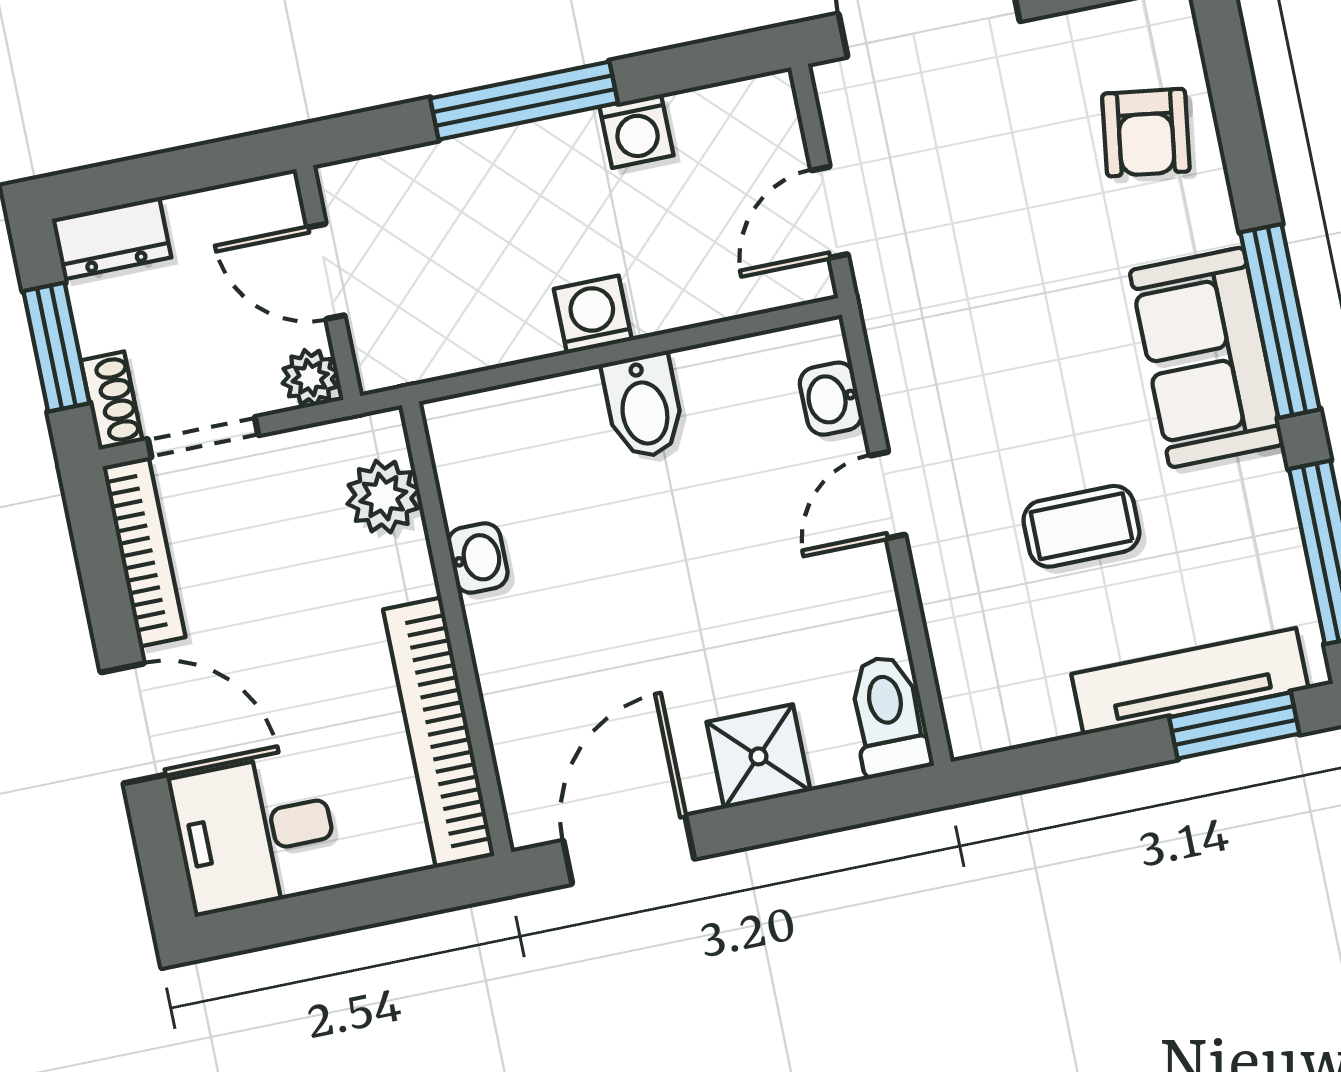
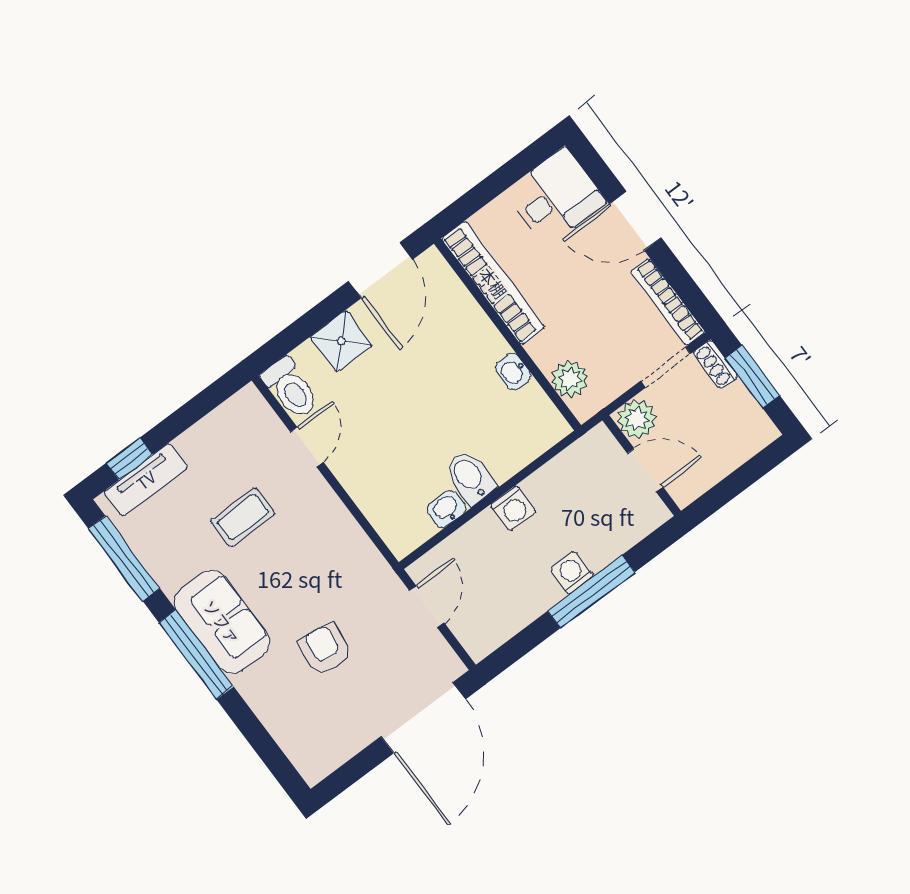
washing machine: (637, 131) -> (572, 573), moved
armchair: (1146, 133) -> (325, 649), moved
dresser: (112, 238) -> (751, 439), removed
plant: (310, 378) -> (637, 419), width x1.38, depth x1.38
washbasin: (831, 399) -> (447, 509), moved, turned -90
door: (888, 495) -> (307, 447), moved
tv unit: (1190, 681) -> (146, 480), width x0.71
window: (1234, 725) -> (129, 459), width x0.67

